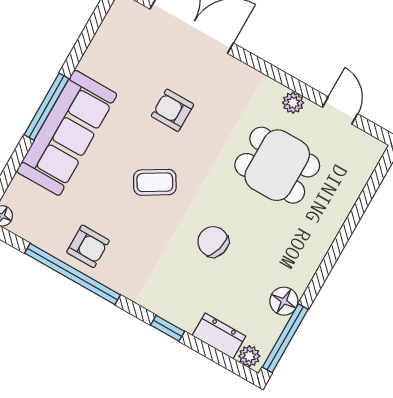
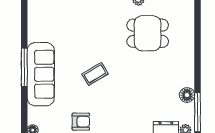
armchair: (172, 110) -> (84, 36), removed
chair: (213, 242) -> (138, 86), removed

